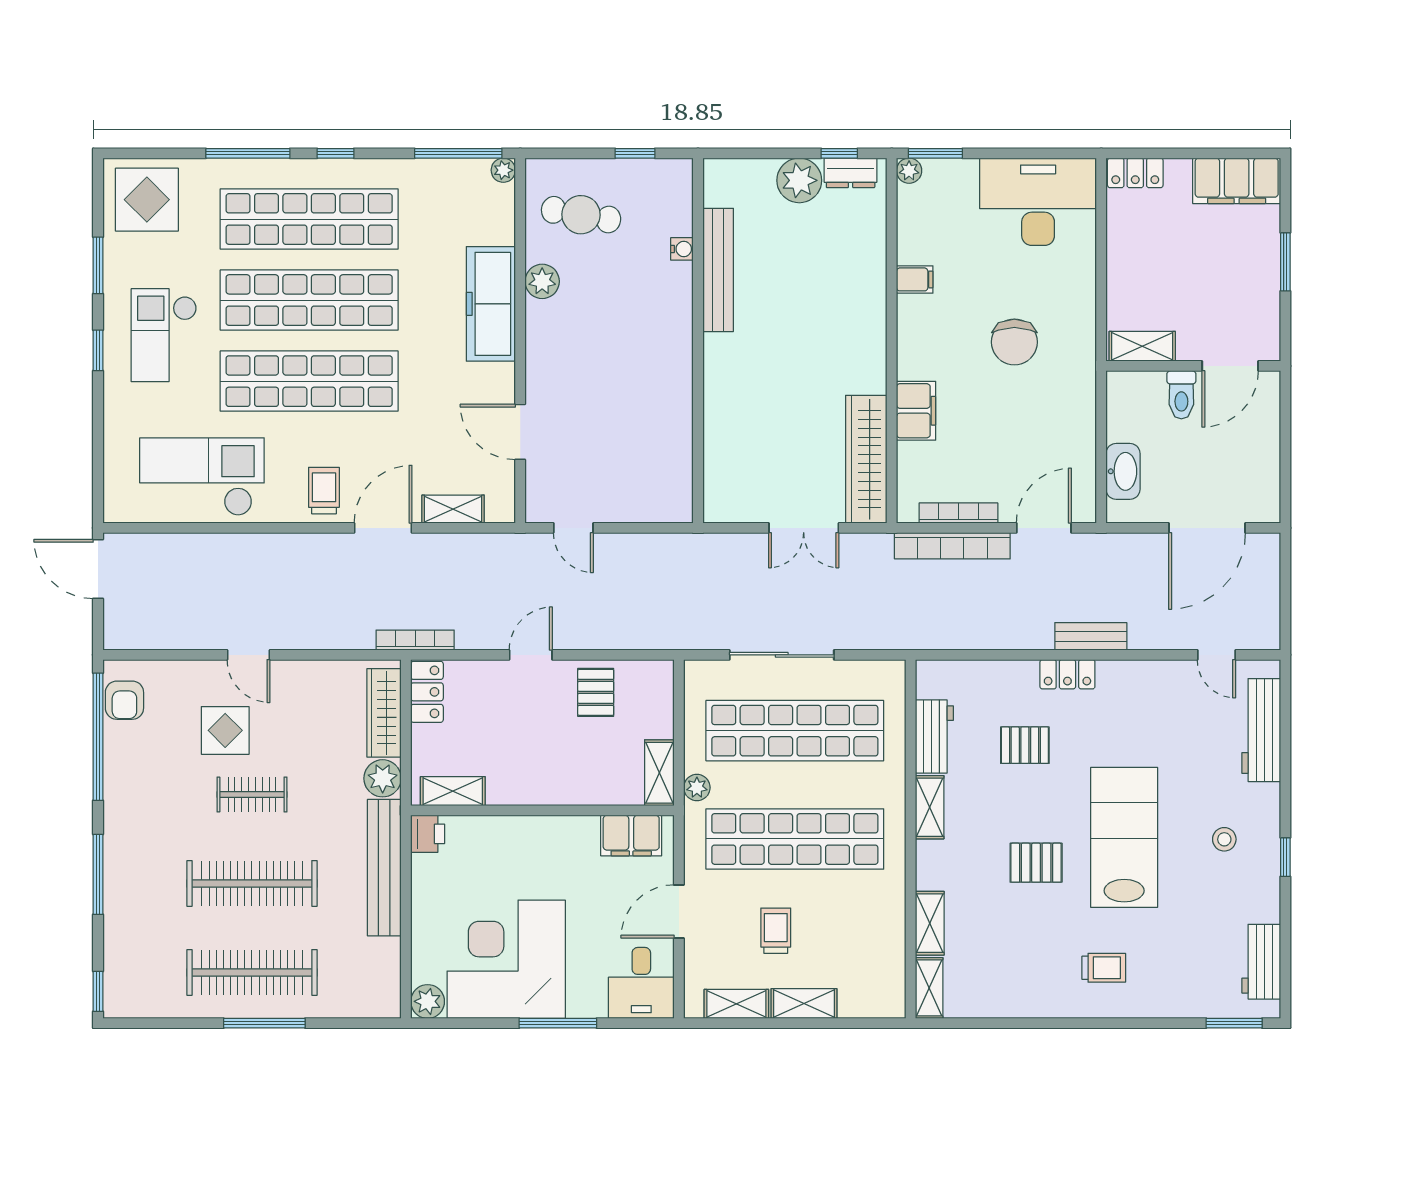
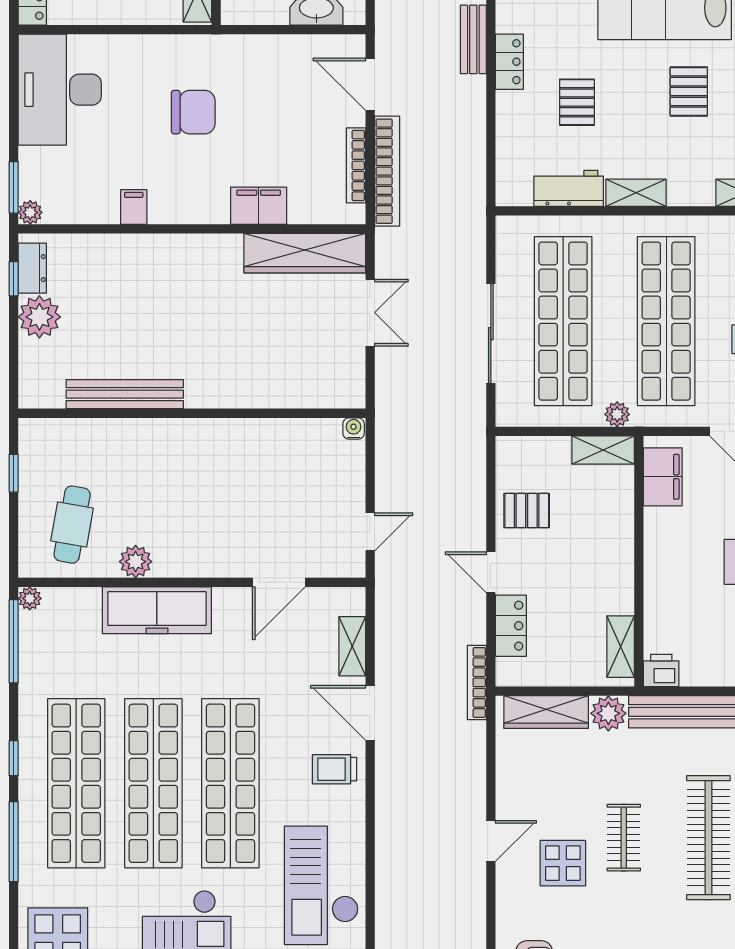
water cooler: (682, 249) -> (354, 428), moved
locker: (427, 692) -> (511, 626), moved, turned 90

